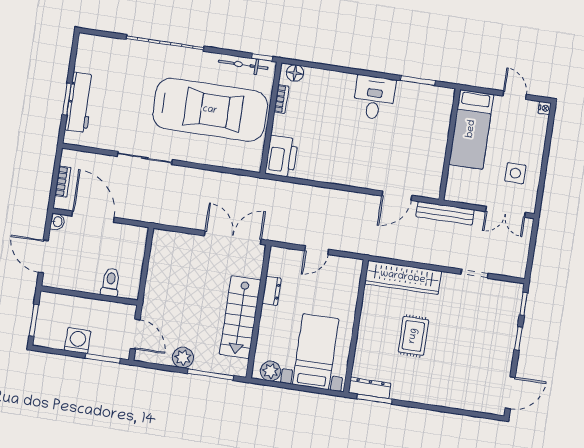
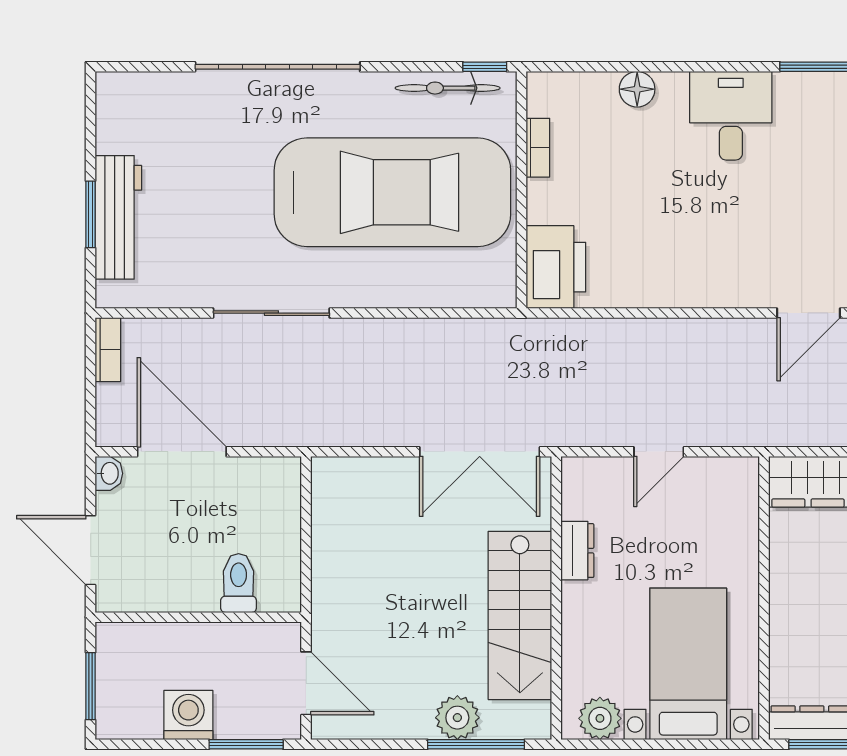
floor lamp: (295, 73) -> (637, 89), moved
bookcase: (63, 181) -> (108, 350), moved
double door: (233, 238) -> (480, 452), swing flipped
plant: (183, 358) -> (457, 718), moved

